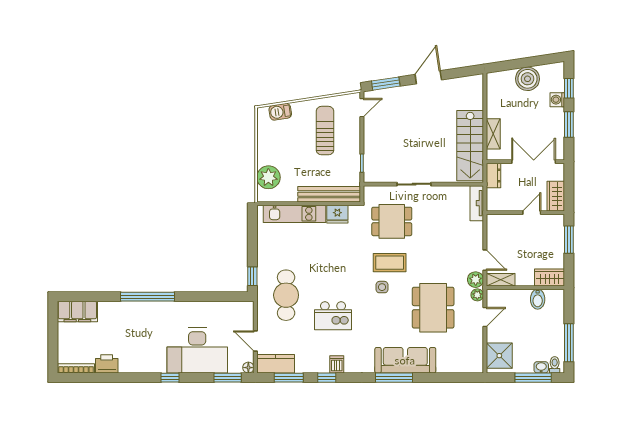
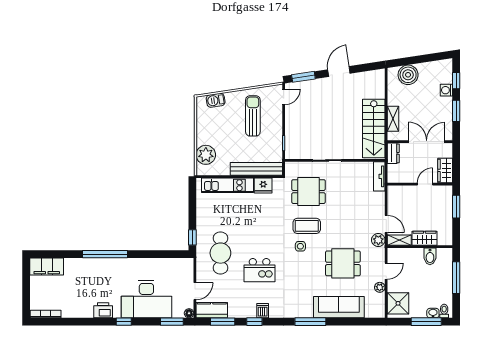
boiler: (528, 79) -> (408, 75), moved
wardrobe: (550, 277) -> (424, 238), moved
plant: (477, 295) -> (380, 287), moved
dining table: (433, 308) -> (343, 263), width x0.73
door: (255, 341) -> (195, 291), swing flipped
window: (569, 343) -> (456, 278), moved
sofa: (405, 360) -> (339, 307), moved
printer: (107, 364) -> (103, 310), moved

